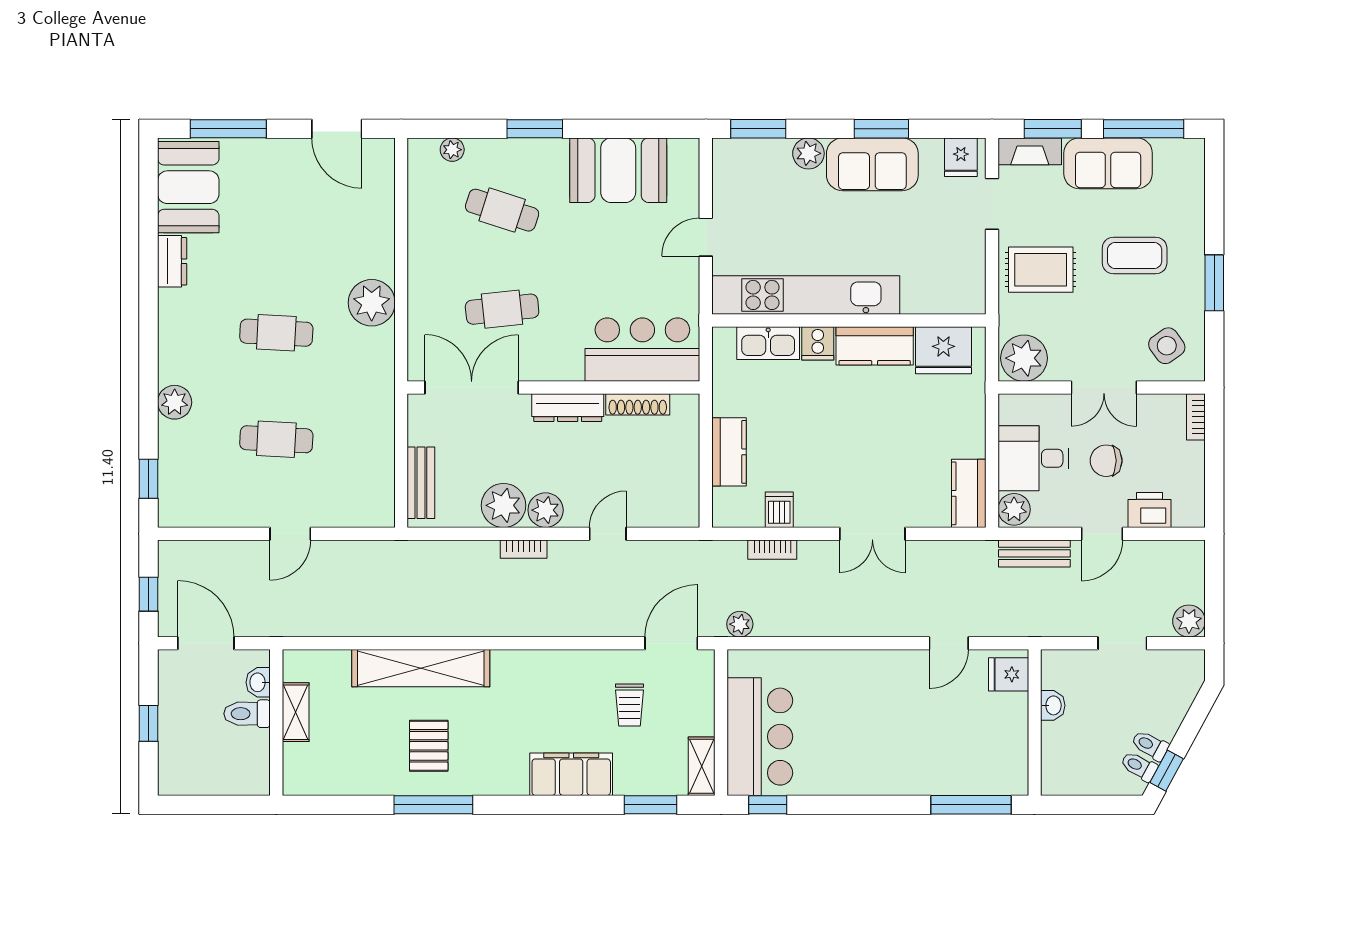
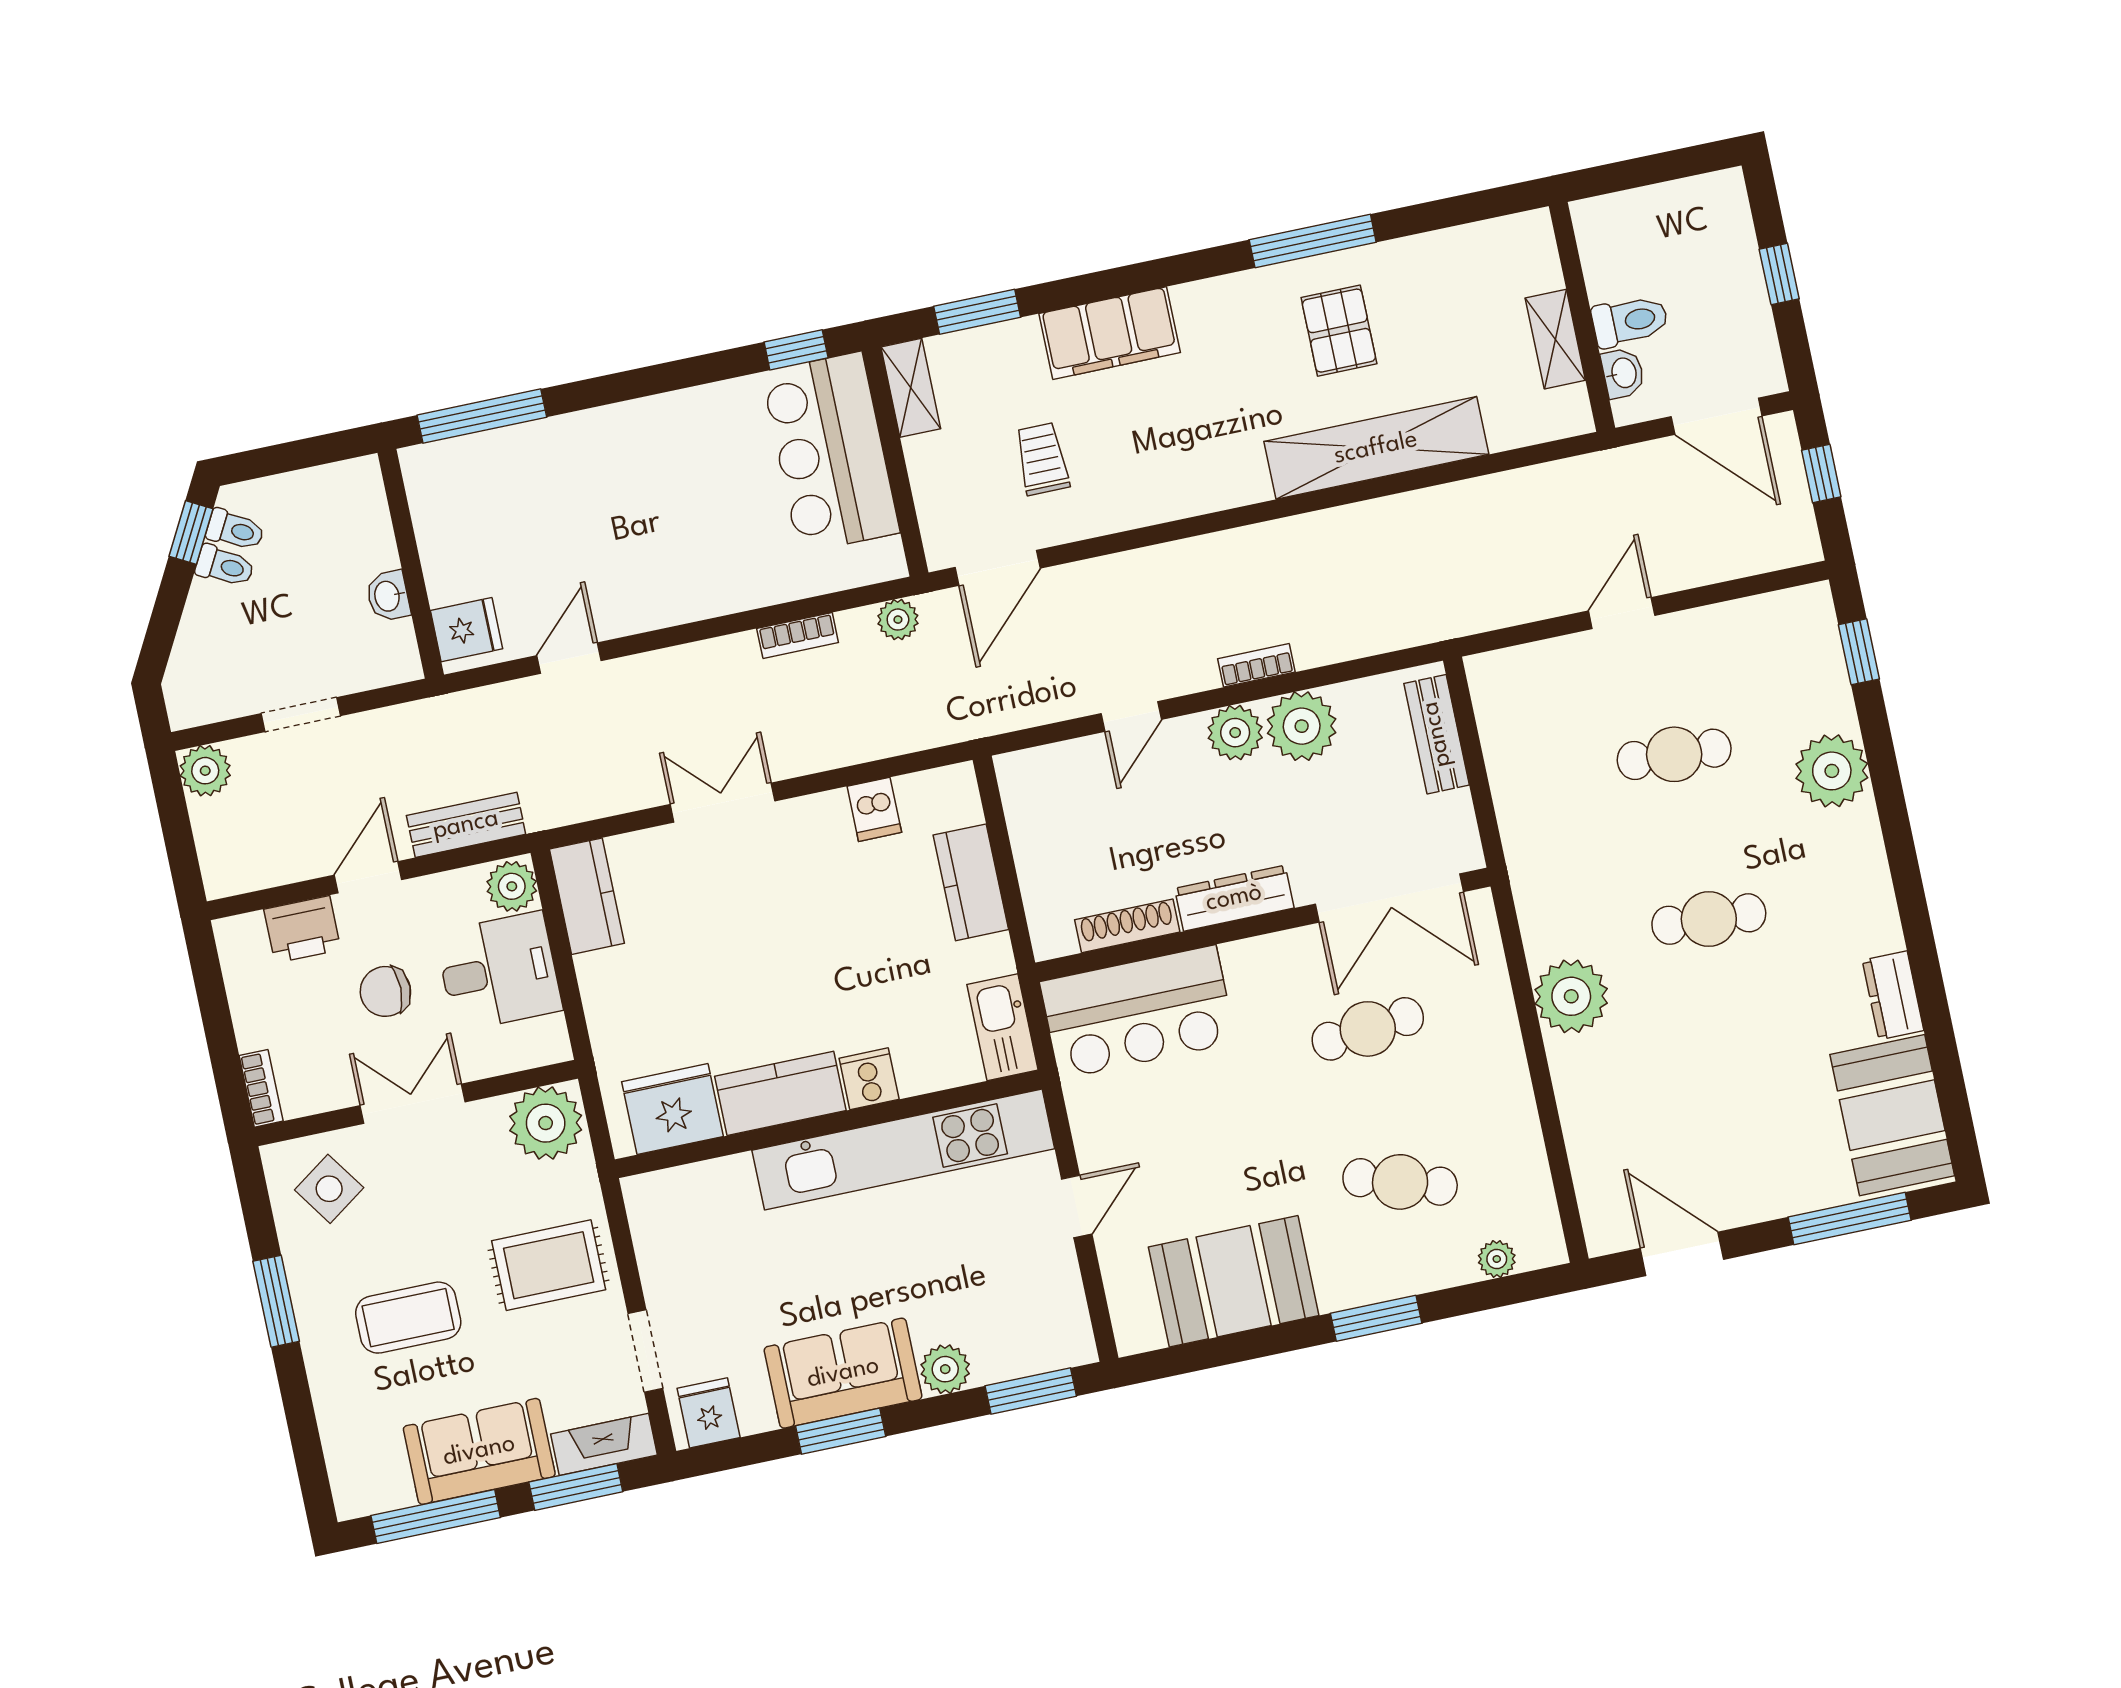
kitchen sink: (768, 343) -> (1003, 1027), moved, turned -90
plant: (175, 402) -> (1832, 771), width x1.36, depth x1.36
chair: (1106, 461) -> (385, 991), turned 180
bookcase: (772, 550) -> (798, 636), moved, turned 180

